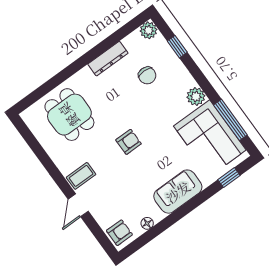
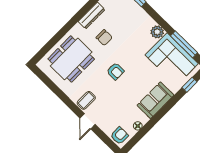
chair: (147, 75) -> (104, 38), moved
dining table: (69, 115) -> (71, 59), width x1.38
armchair: (129, 142) -> (115, 71), turned 90

